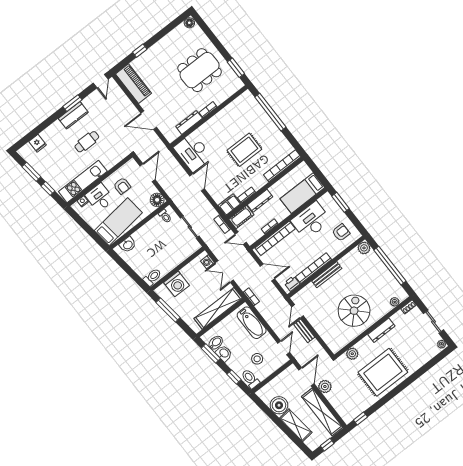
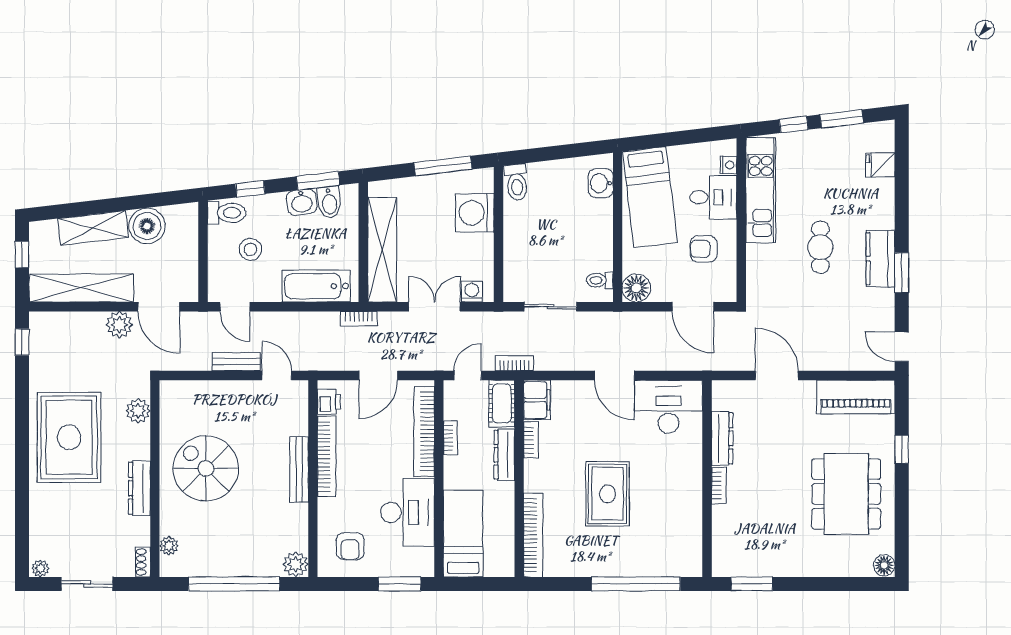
dining table: (200, 70) -> (846, 494), moved
door: (149, 120) -> (777, 375), hinge flipped
spiral stairs: (354, 311) -> (206, 468), turned 180

